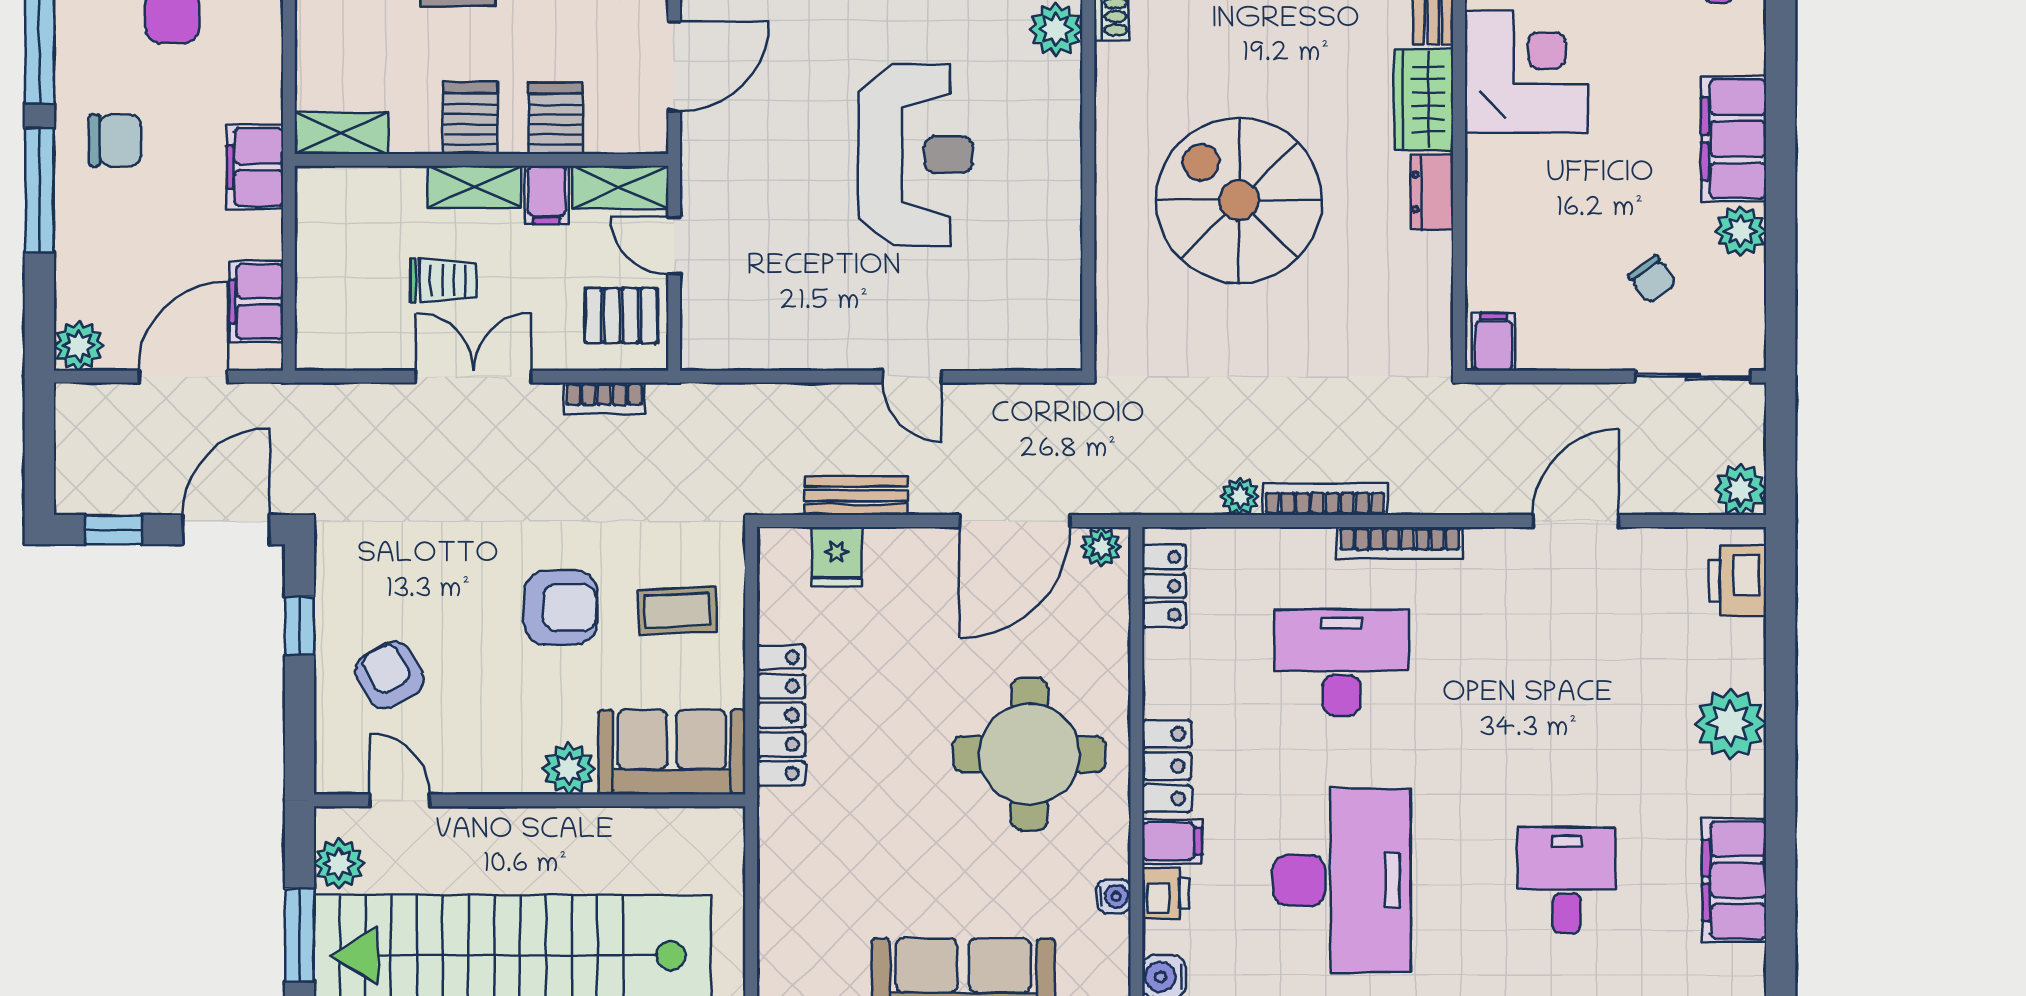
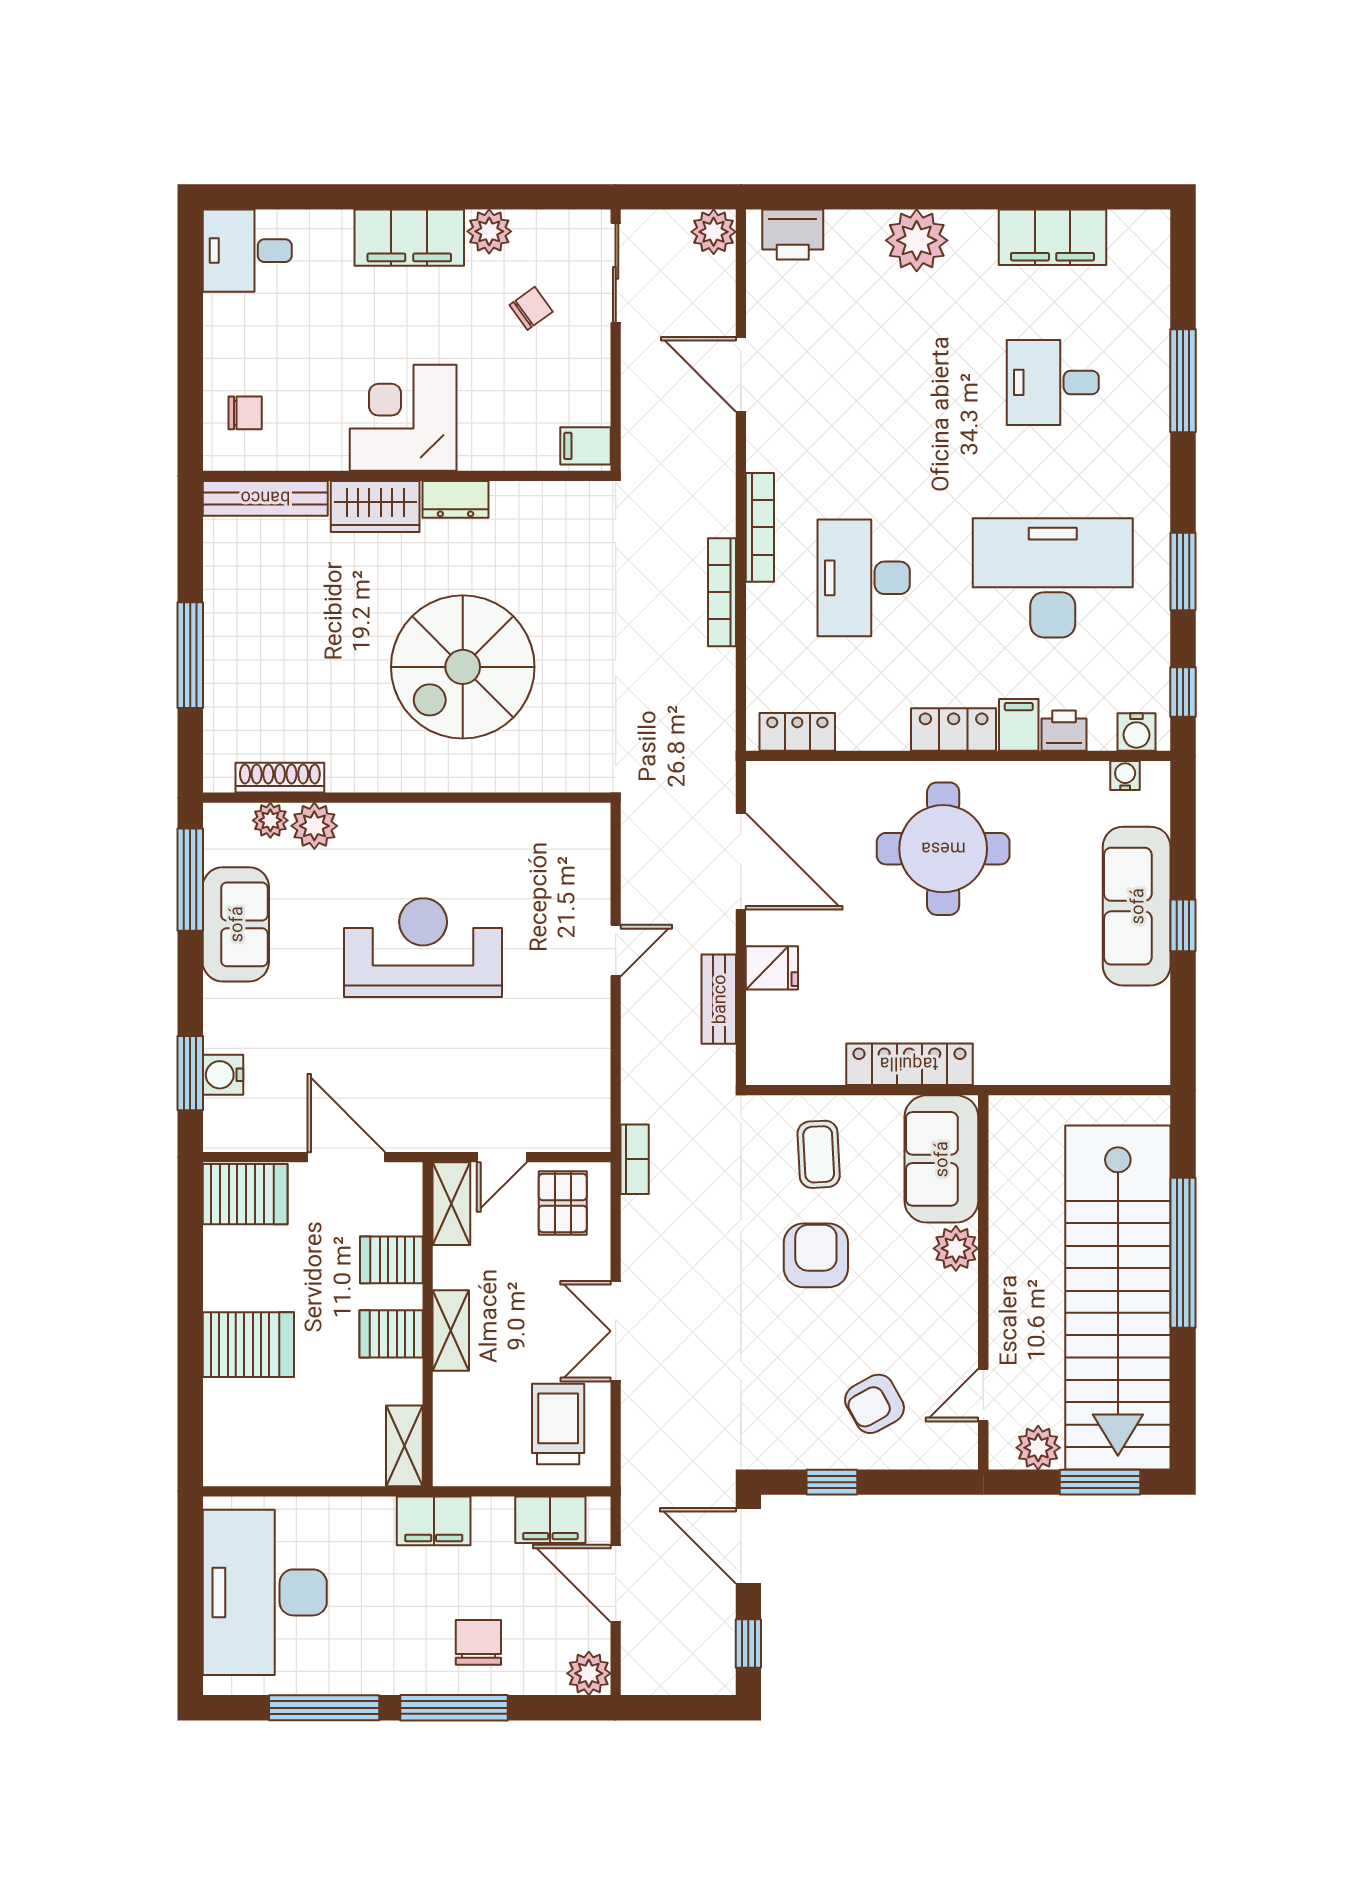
corner desk: (1526, 71) -> (403, 418), moved
chair: (115, 140) -> (478, 1642), moved
filing cabinet: (547, 195) -> (458, 1268), removed
trolley: (444, 280) -> (558, 1424), moved, width x1.36, depth x1.39
bookcase: (604, 398) -> (635, 1159), moved
plant: (1240, 496) -> (719, 666), removed
plant: (1101, 547) -> (763, 786), removed
fridge: (837, 557) -> (772, 968), moved
water cooler: (1114, 896) -> (1125, 776), moved

